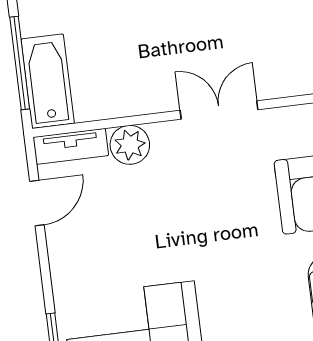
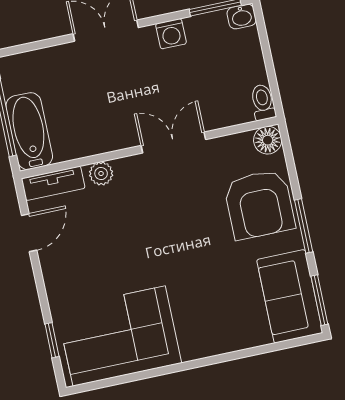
plant: (130, 145) -> (101, 173), width x0.73, depth x0.73

